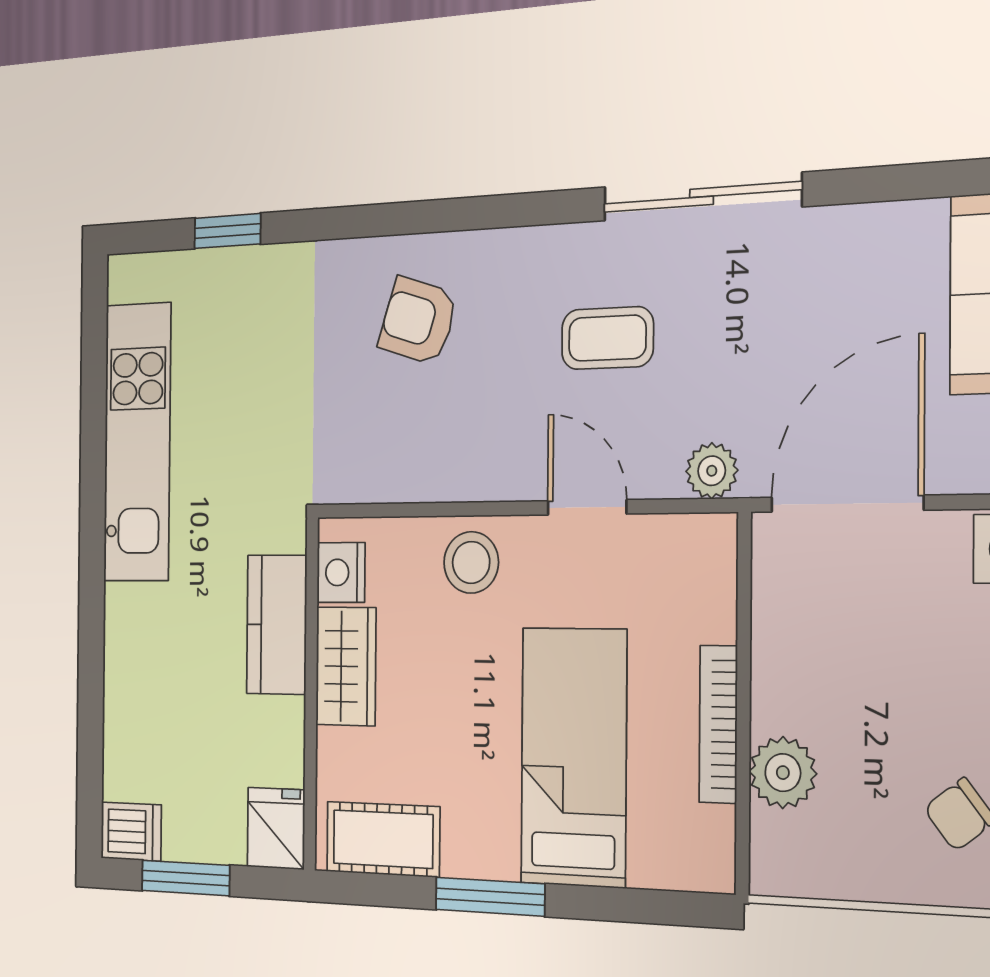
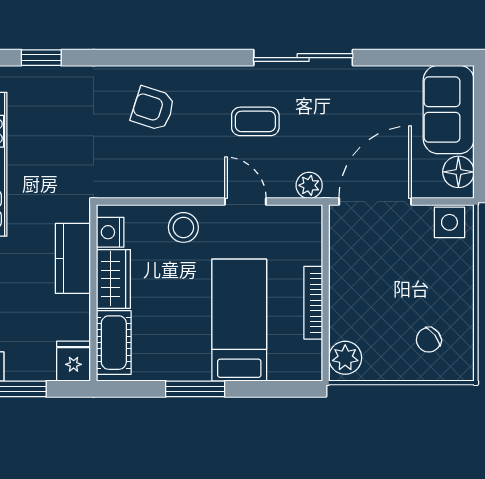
plant: (783, 773) -> (345, 358), moved
cot: (383, 839) -> (114, 343), moved, turned 90

